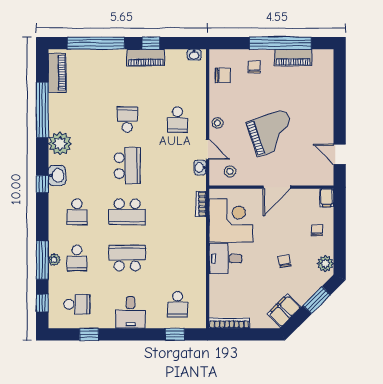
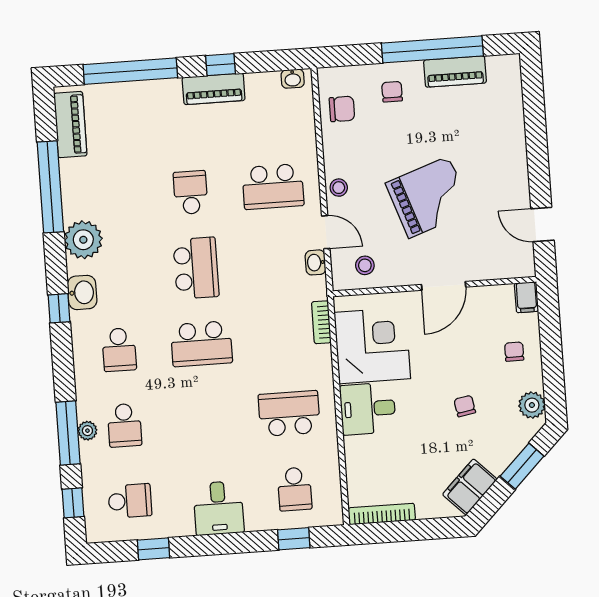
school desk: (178, 119) -> (273, 187), width x1.85
school desk: (127, 258) -> (289, 413), moved

